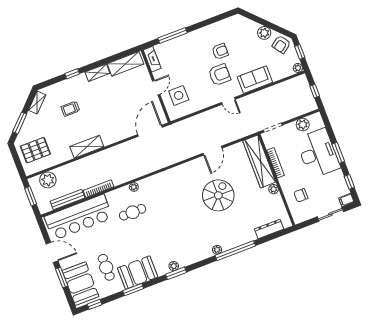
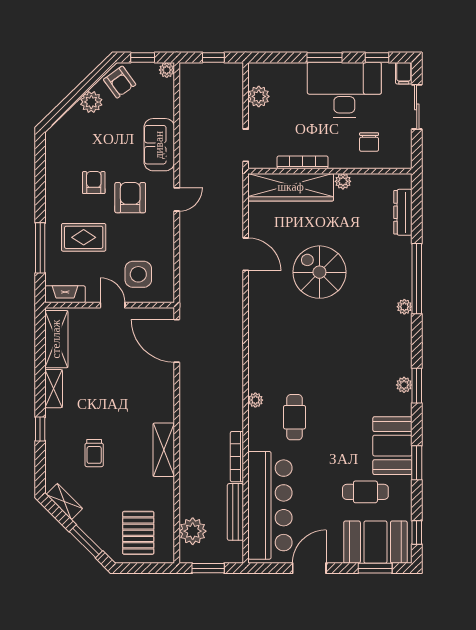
rug: (188, 57) -> (84, 237), added
desk: (318, 153) -> (344, 90), moved
window: (62, 278) -> (375, 568), moved

